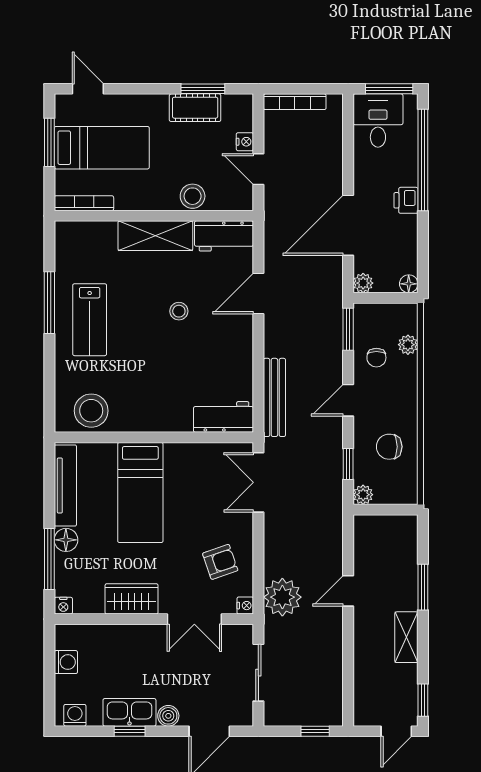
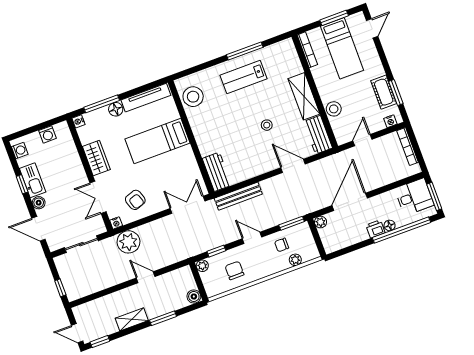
nightstand: (245, 142) -> (390, 121), moved
door: (348, 225) -> (350, 202), hinge flipped
floor lamp: (409, 284) -> (390, 225), moved
boiler: (407, 526) -> (194, 296), added

